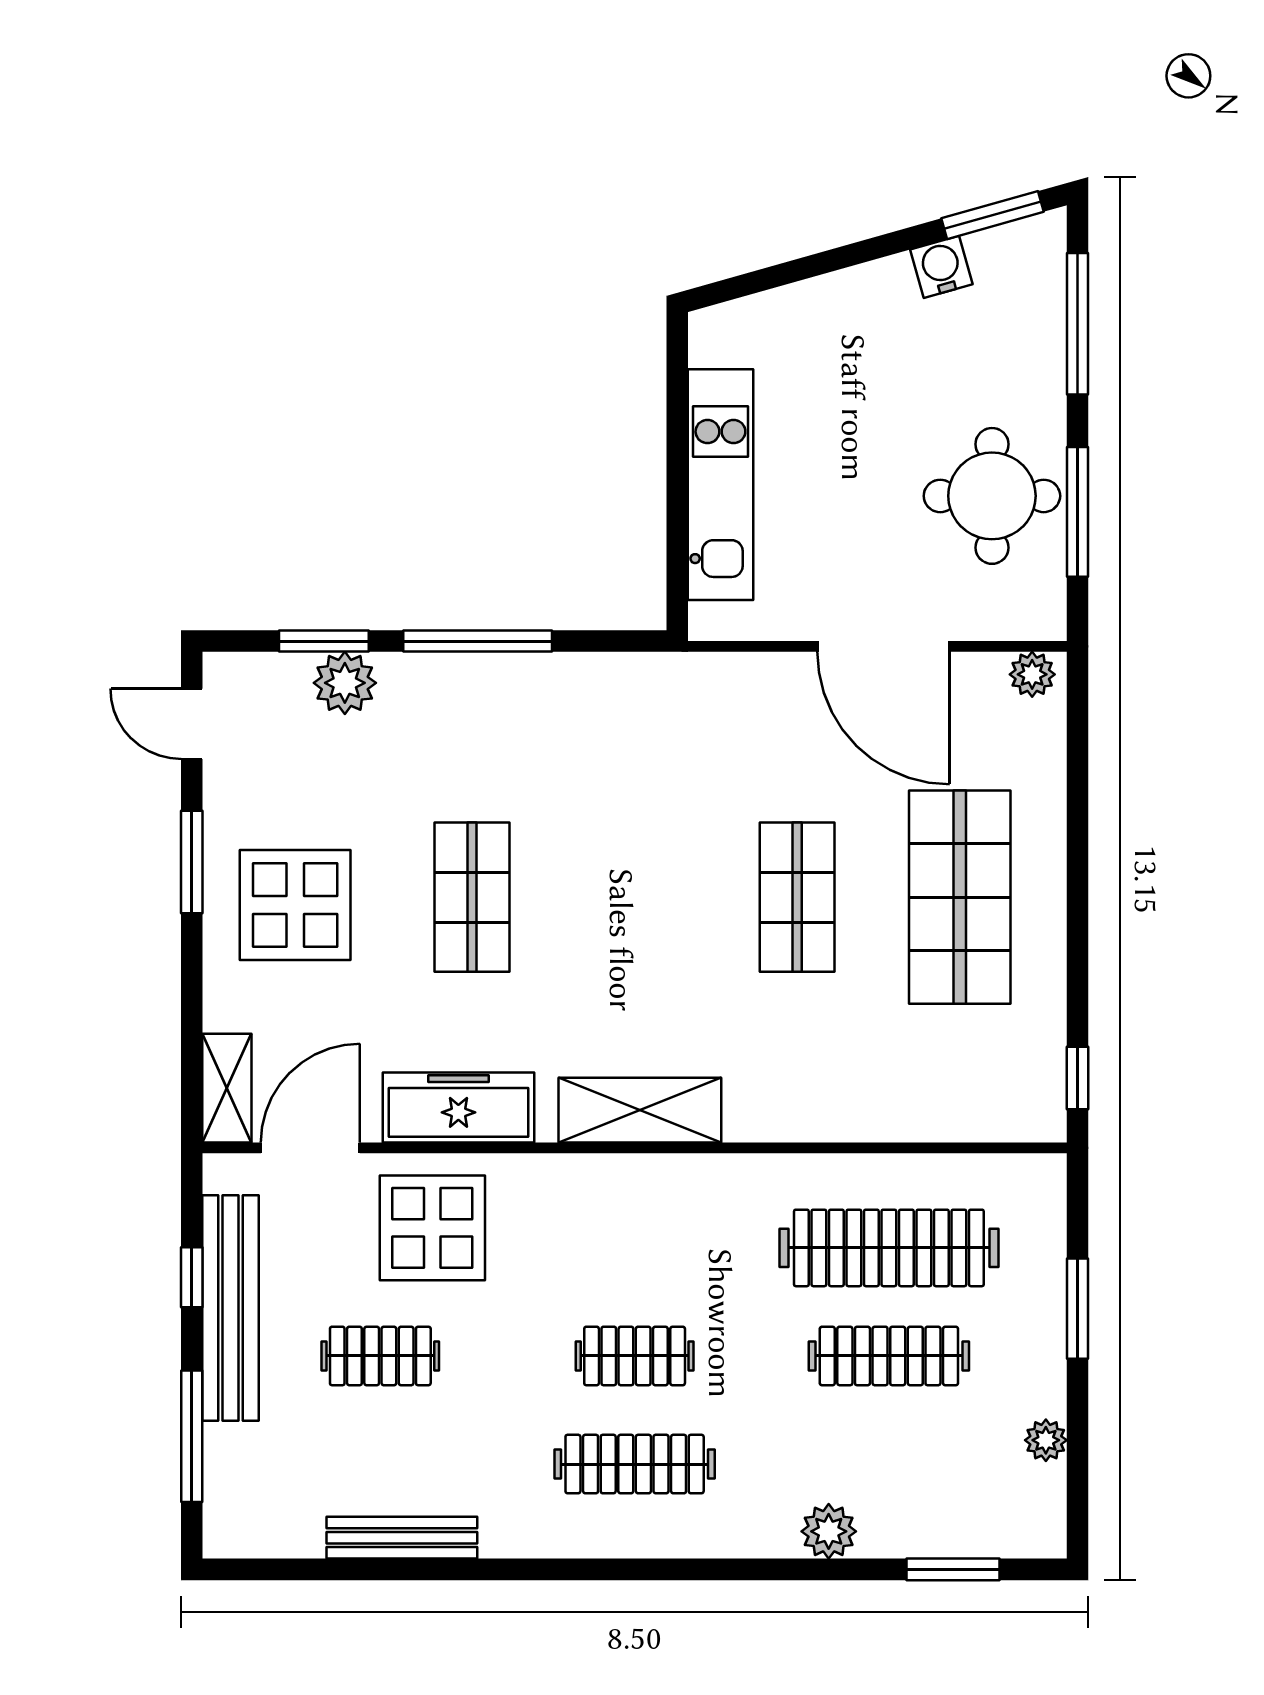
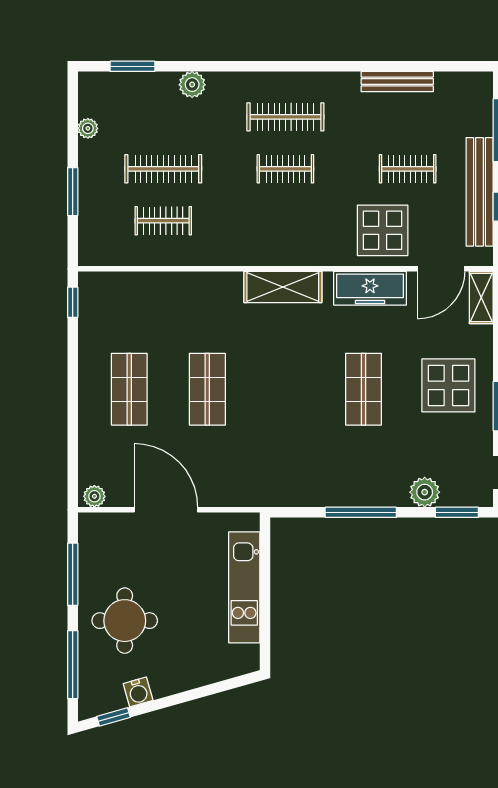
window: (993, 215) -> (113, 717), width x0.67
round table: (992, 496) -> (125, 621), moved
window: (324, 641) -> (457, 512), moved
shop shelf: (960, 897) -> (129, 389), width x0.70, depth x0.74
clothes rail: (889, 1248) -> (163, 221), width x0.54, depth x0.76

